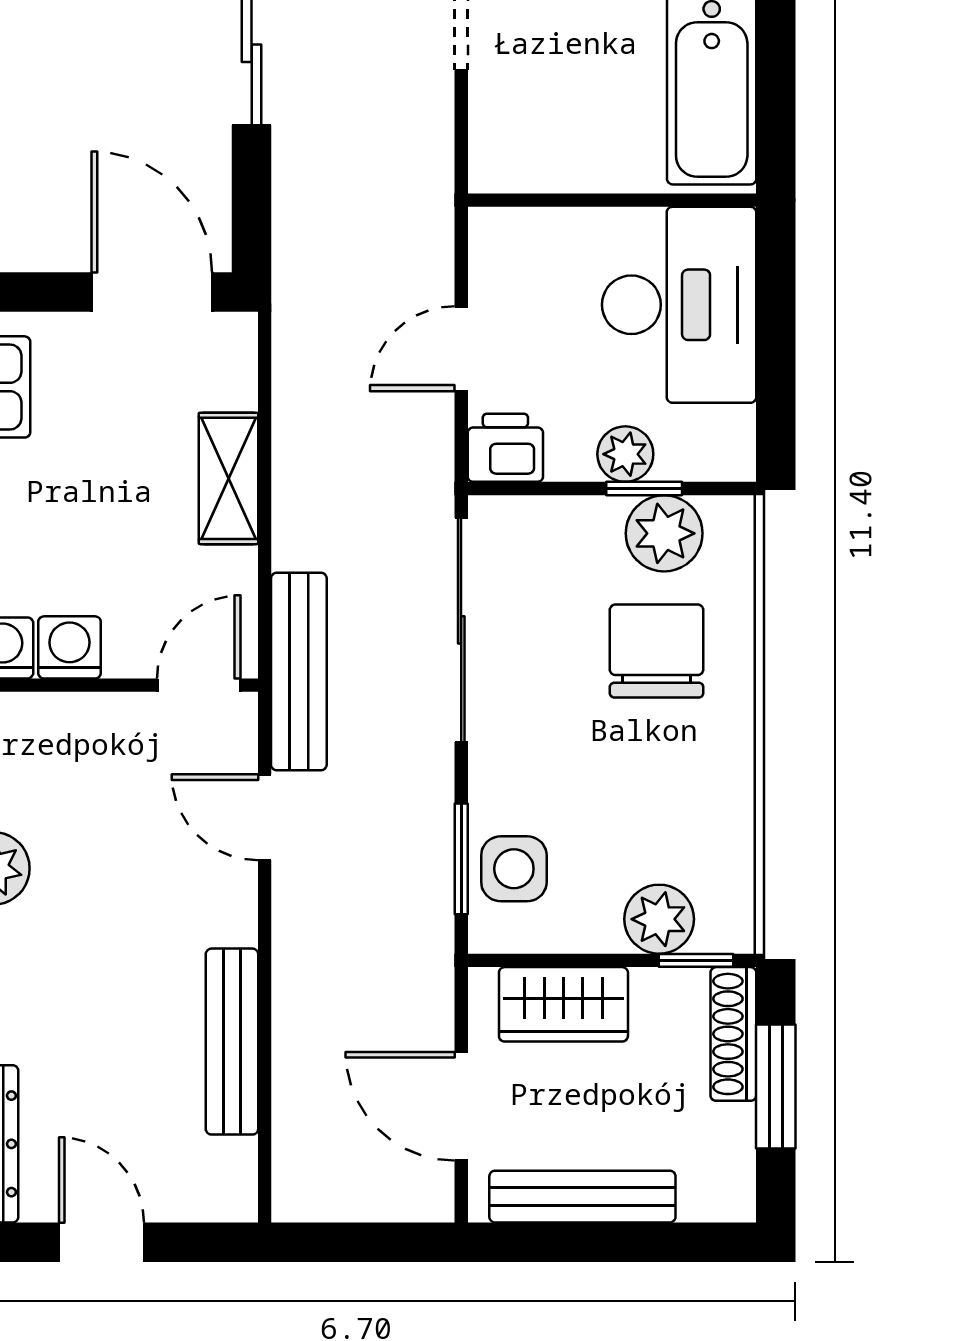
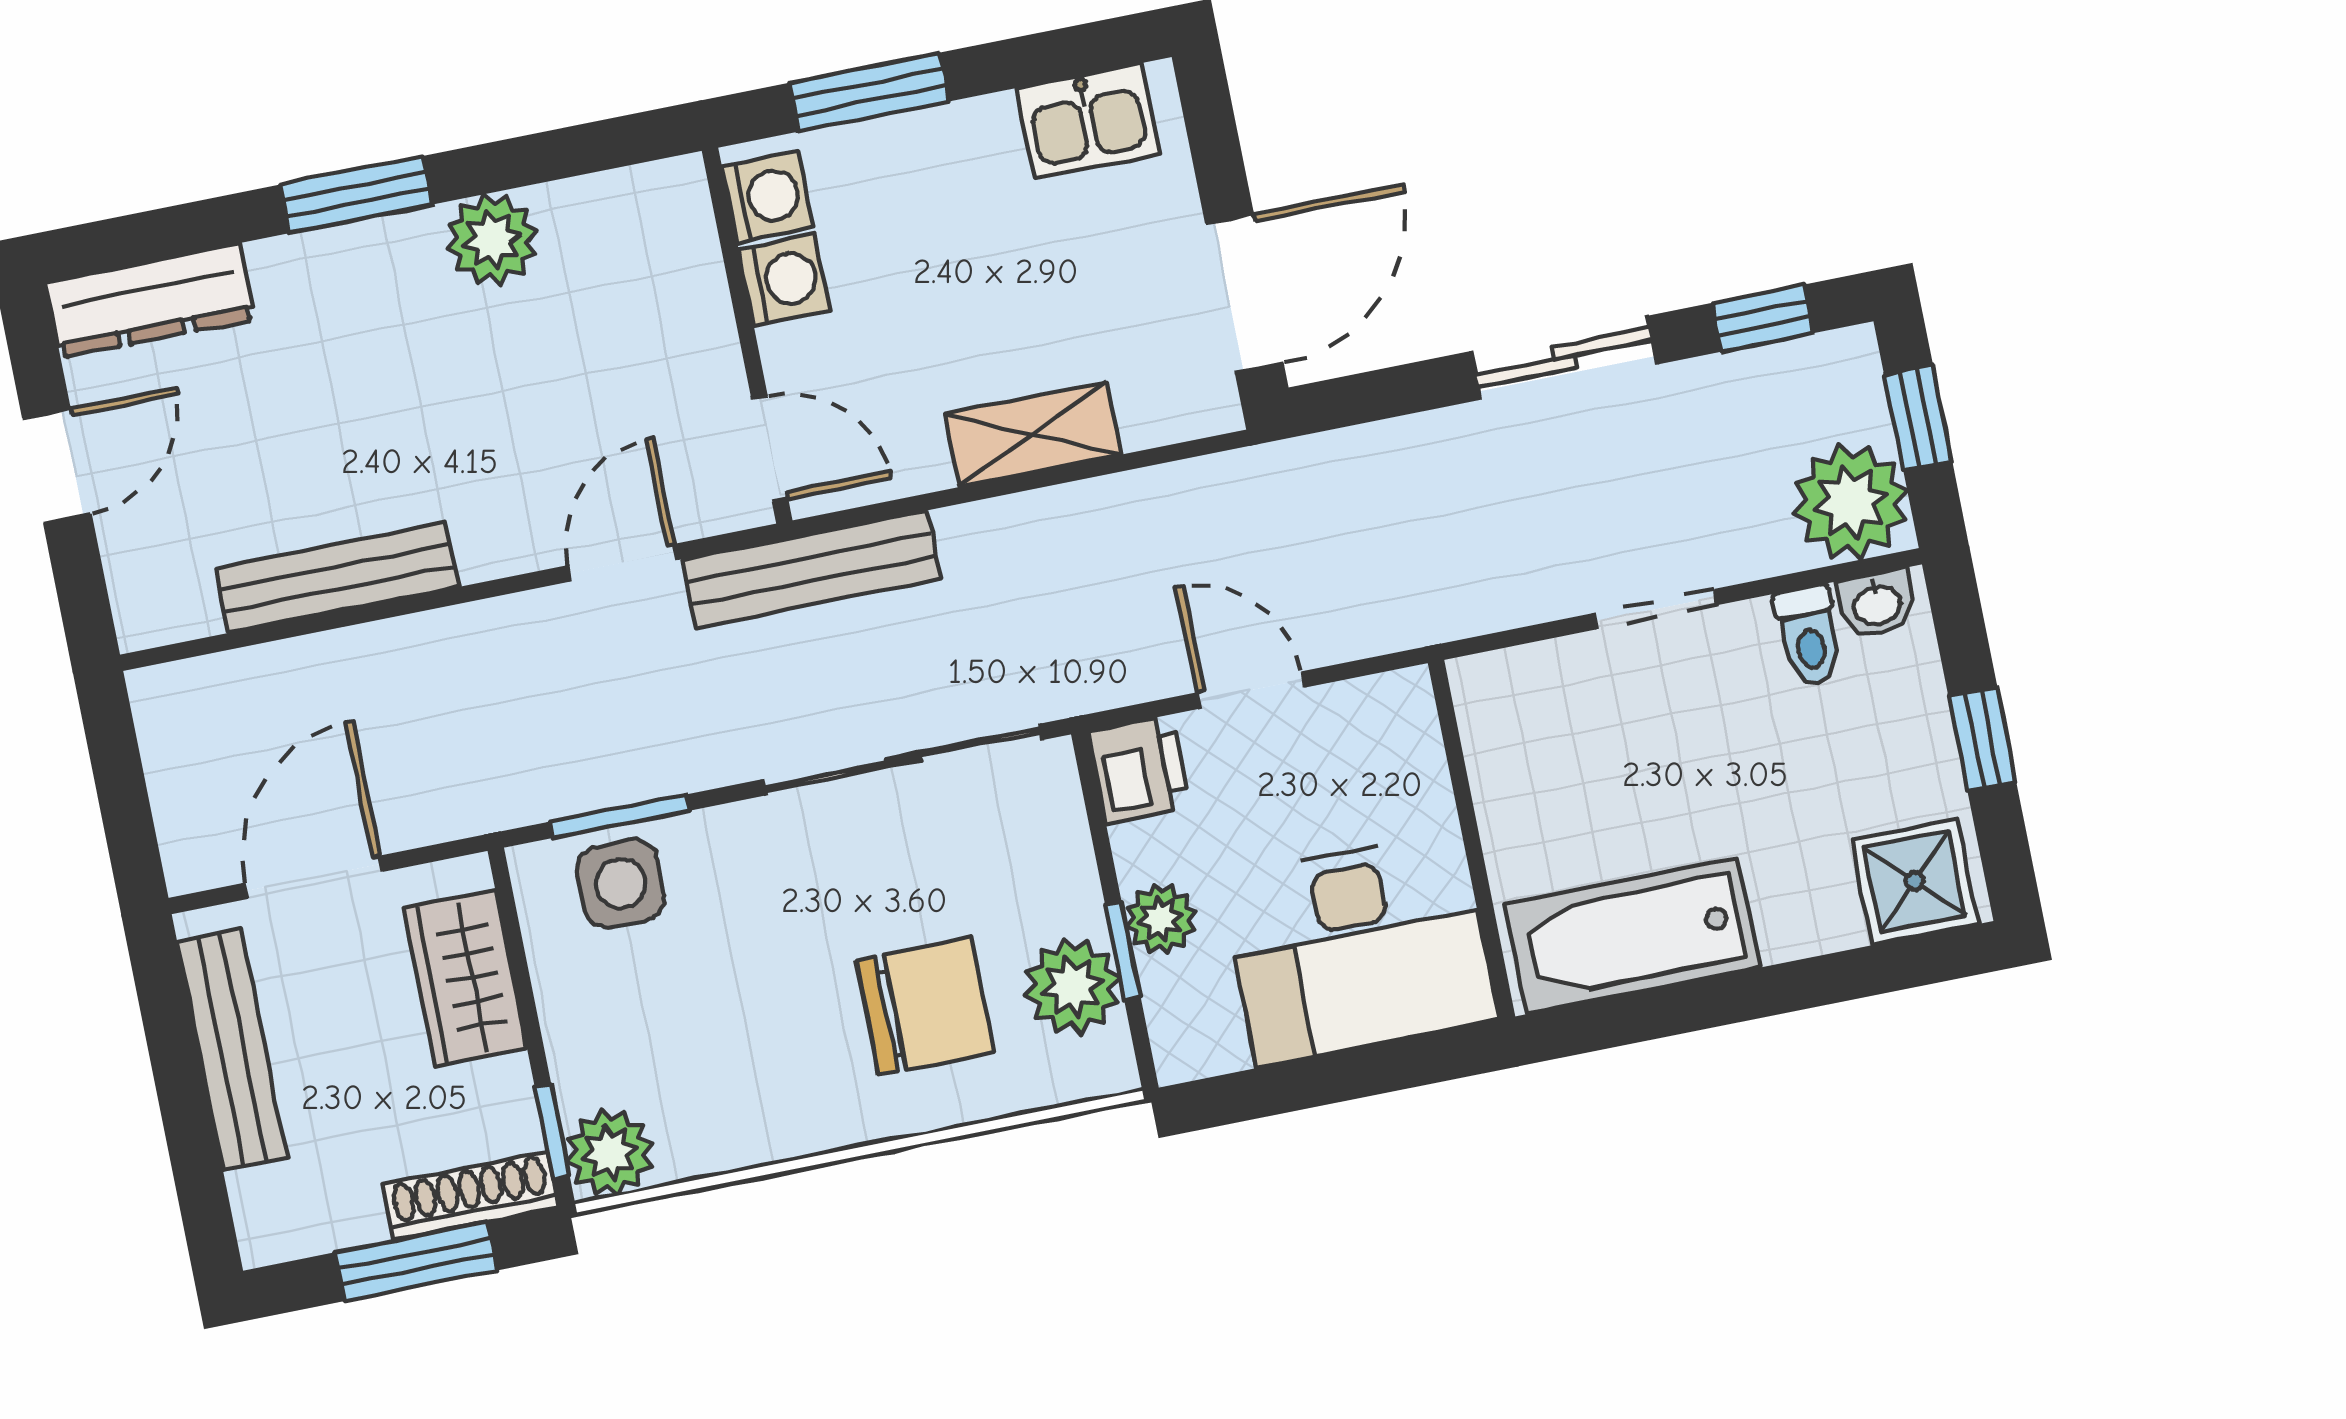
plant: (659, 919) -> (609, 1153), moved

